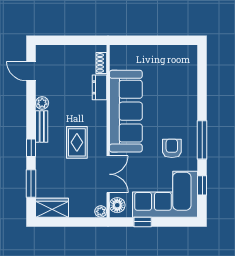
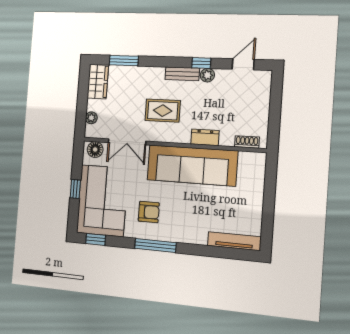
tv unit: (191, 68) -> (234, 241), added
dresser: (99, 87) -> (205, 137), moved
window: (31, 148) -> (201, 63), moved
window: (202, 185) -> (96, 239), moved
plant: (101, 211) -> (91, 118), moved
window: (143, 222) -> (75, 189), moved

